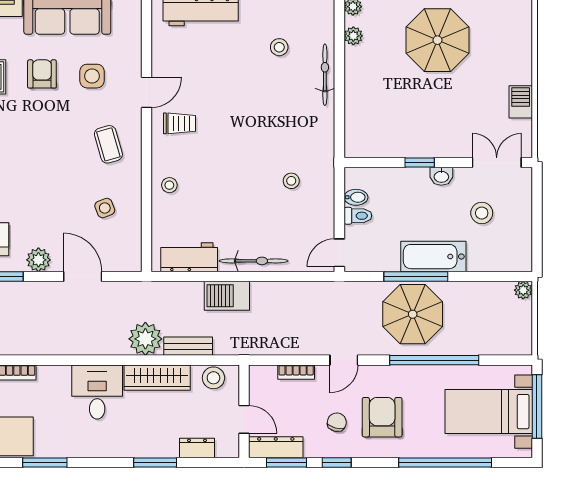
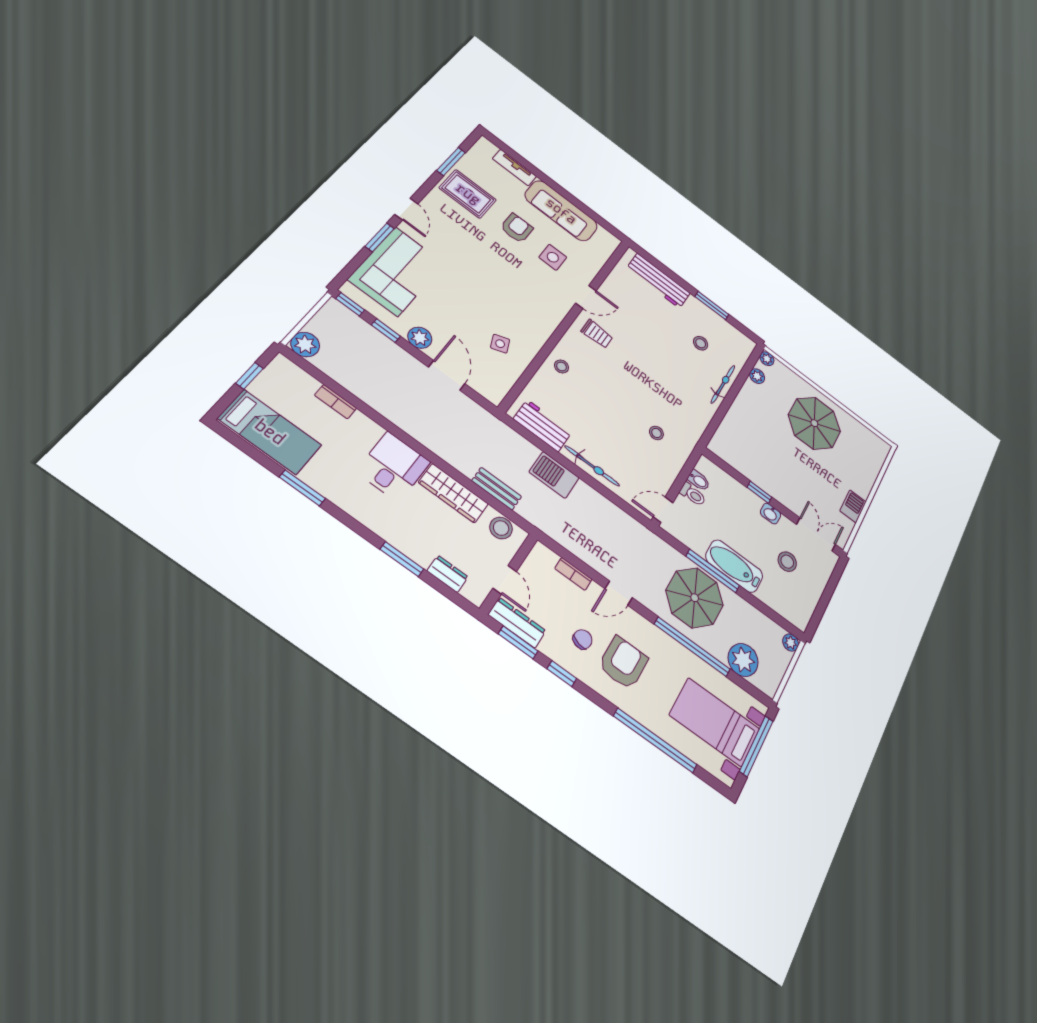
coffee table: (108, 144) -> (534, 306), removed
plant: (145, 339) -> (743, 660), moved

